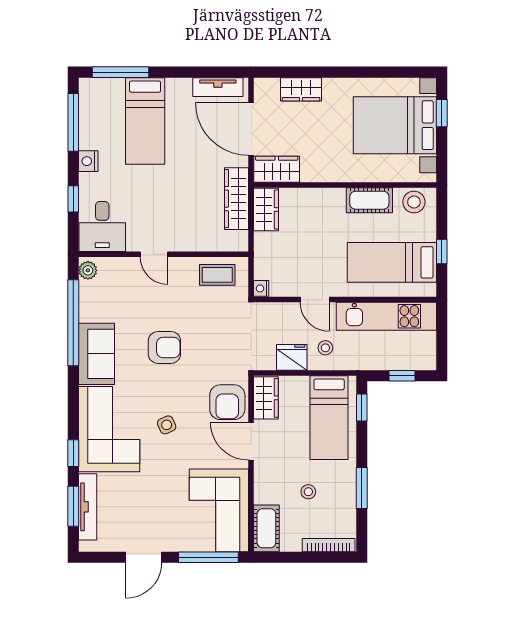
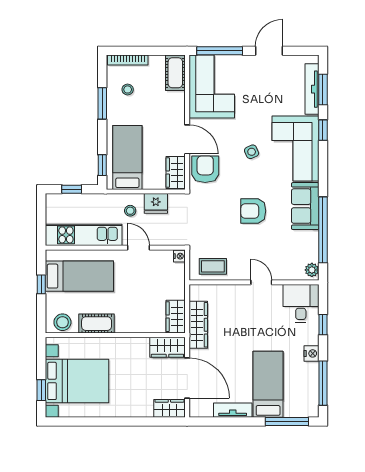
tv unit: (218, 87) -> (233, 410), moved
wardrobe: (301, 89) -> (169, 408), moved
stool: (308, 492) -> (128, 89), moved

